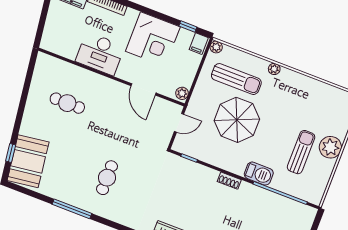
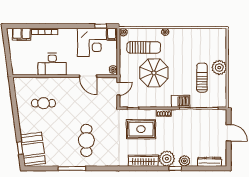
corner desk: (153, 39) -> (92, 42), moved
cafe table: (107, 178) -> (86, 140), width x1.37, depth x1.35
rug: (189, 191) -> (141, 129), added

